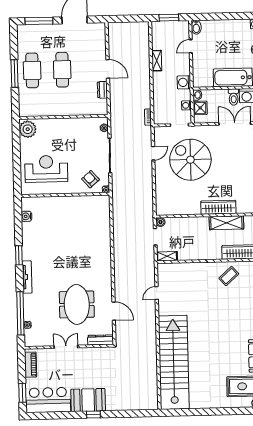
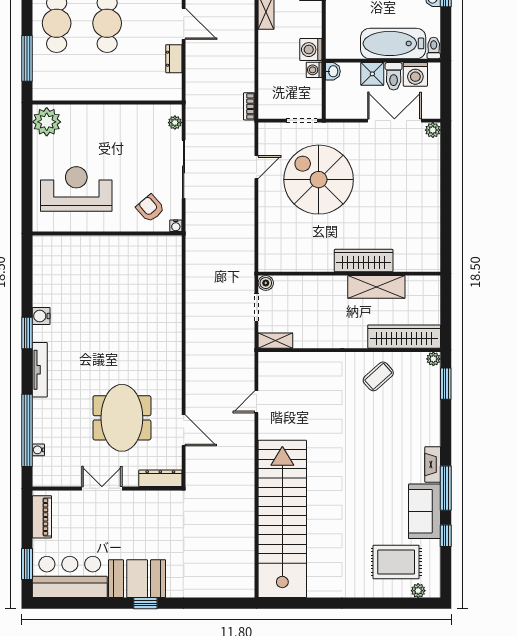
window: (15, 73) -> (27, 58), moved
washing machine: (186, 105) -> (314, 70), moved
shower: (200, 108) -> (372, 74), moved
water cooler: (26, 216) -> (41, 316), moved

